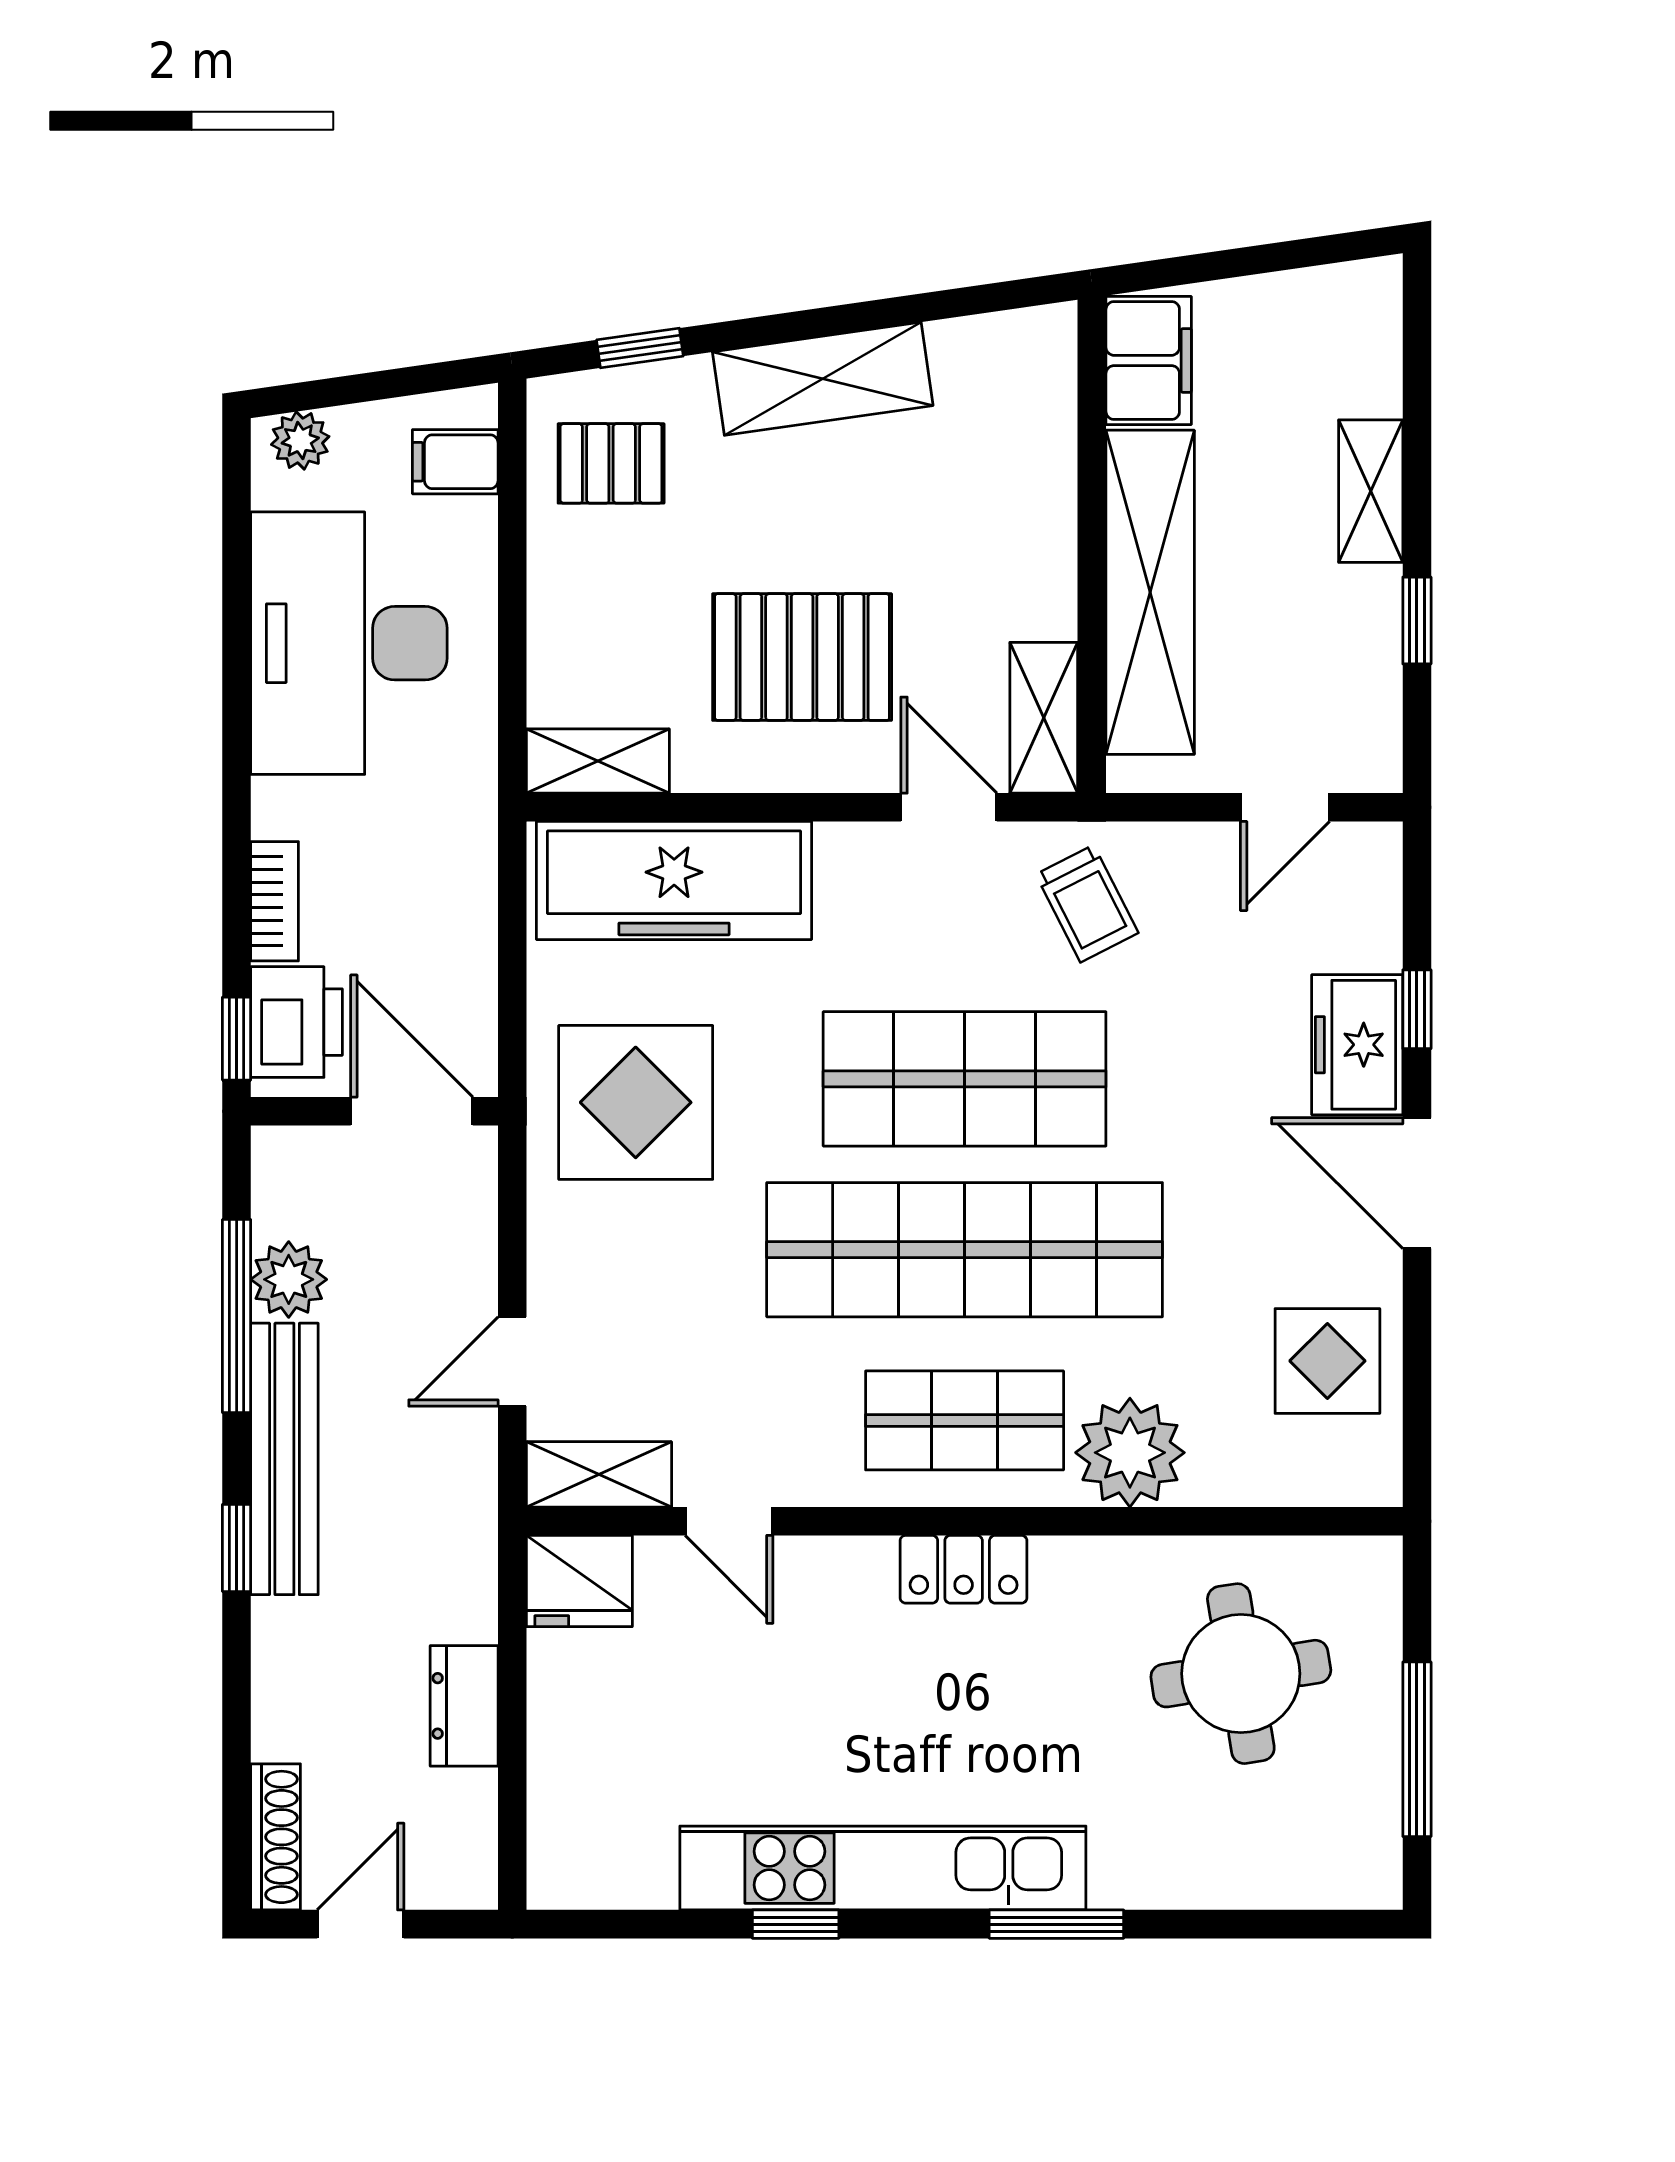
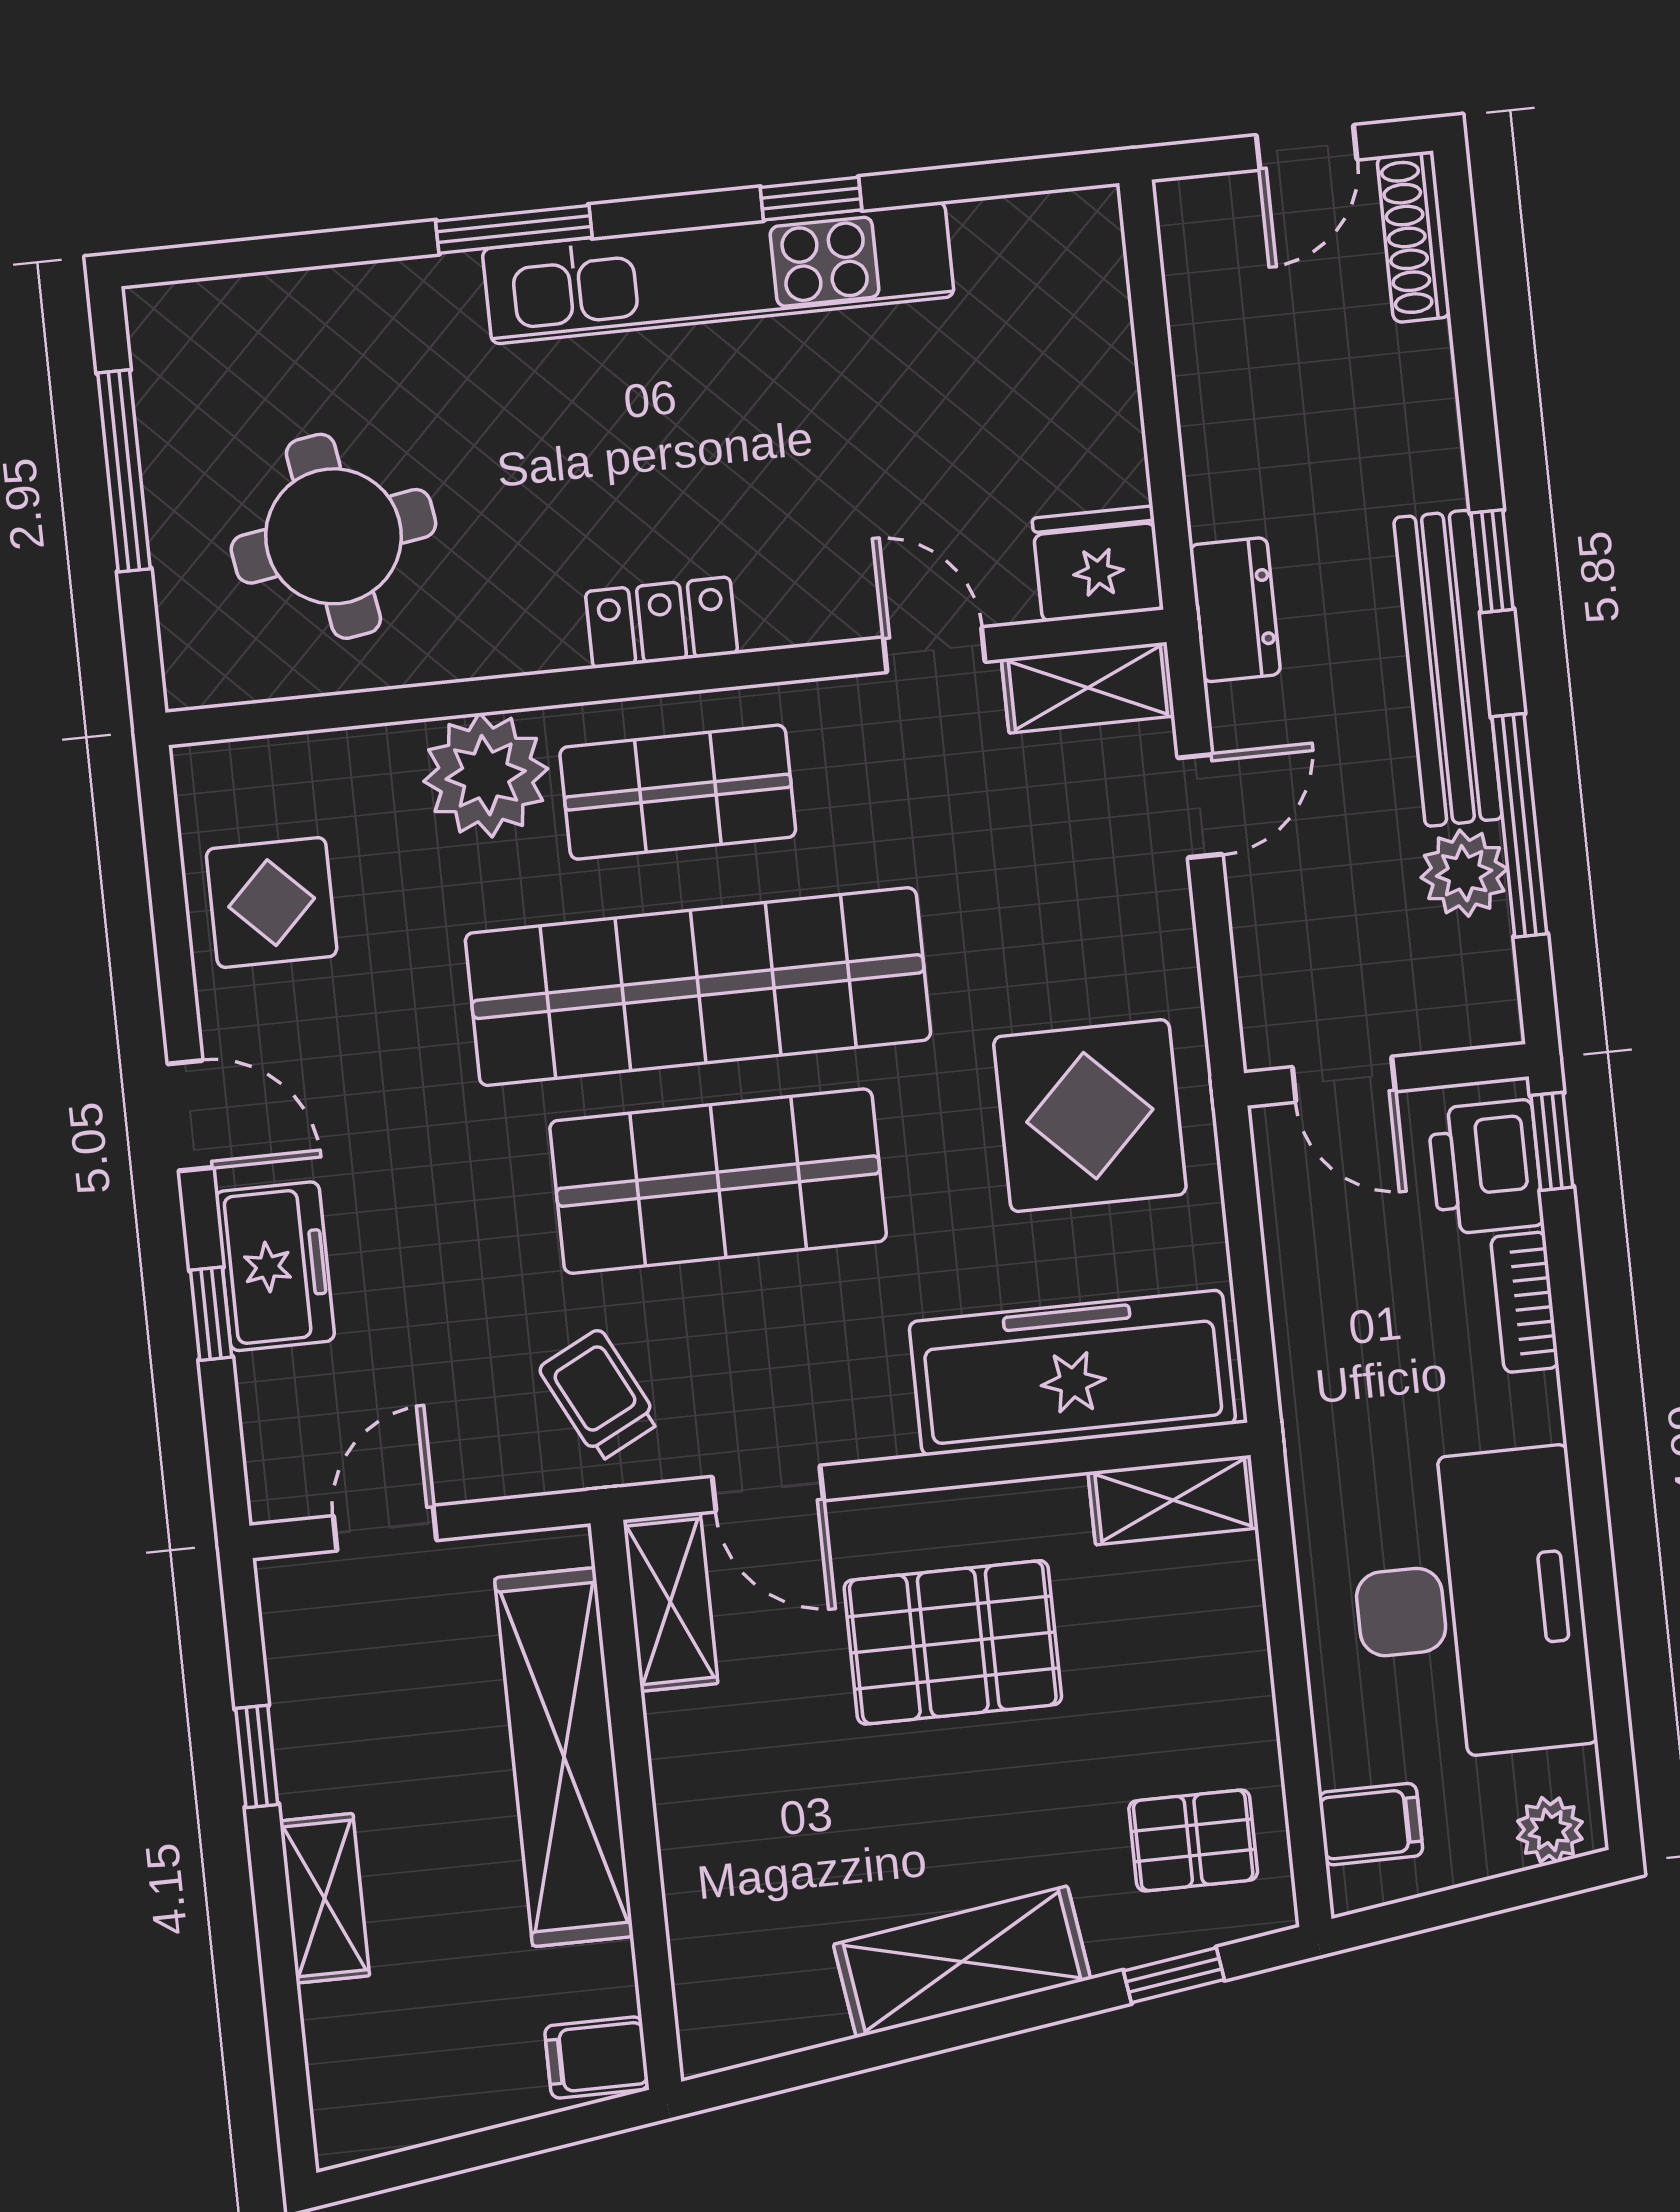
filing cabinet: (1149, 360) -> (597, 2057), width x0.50
door: (412, 1111) -> (1344, 1079), width x0.73
door: (1417, 1183) -> (191, 1116), width x0.73
dresser: (464, 1706) -> (1235, 610), moved

